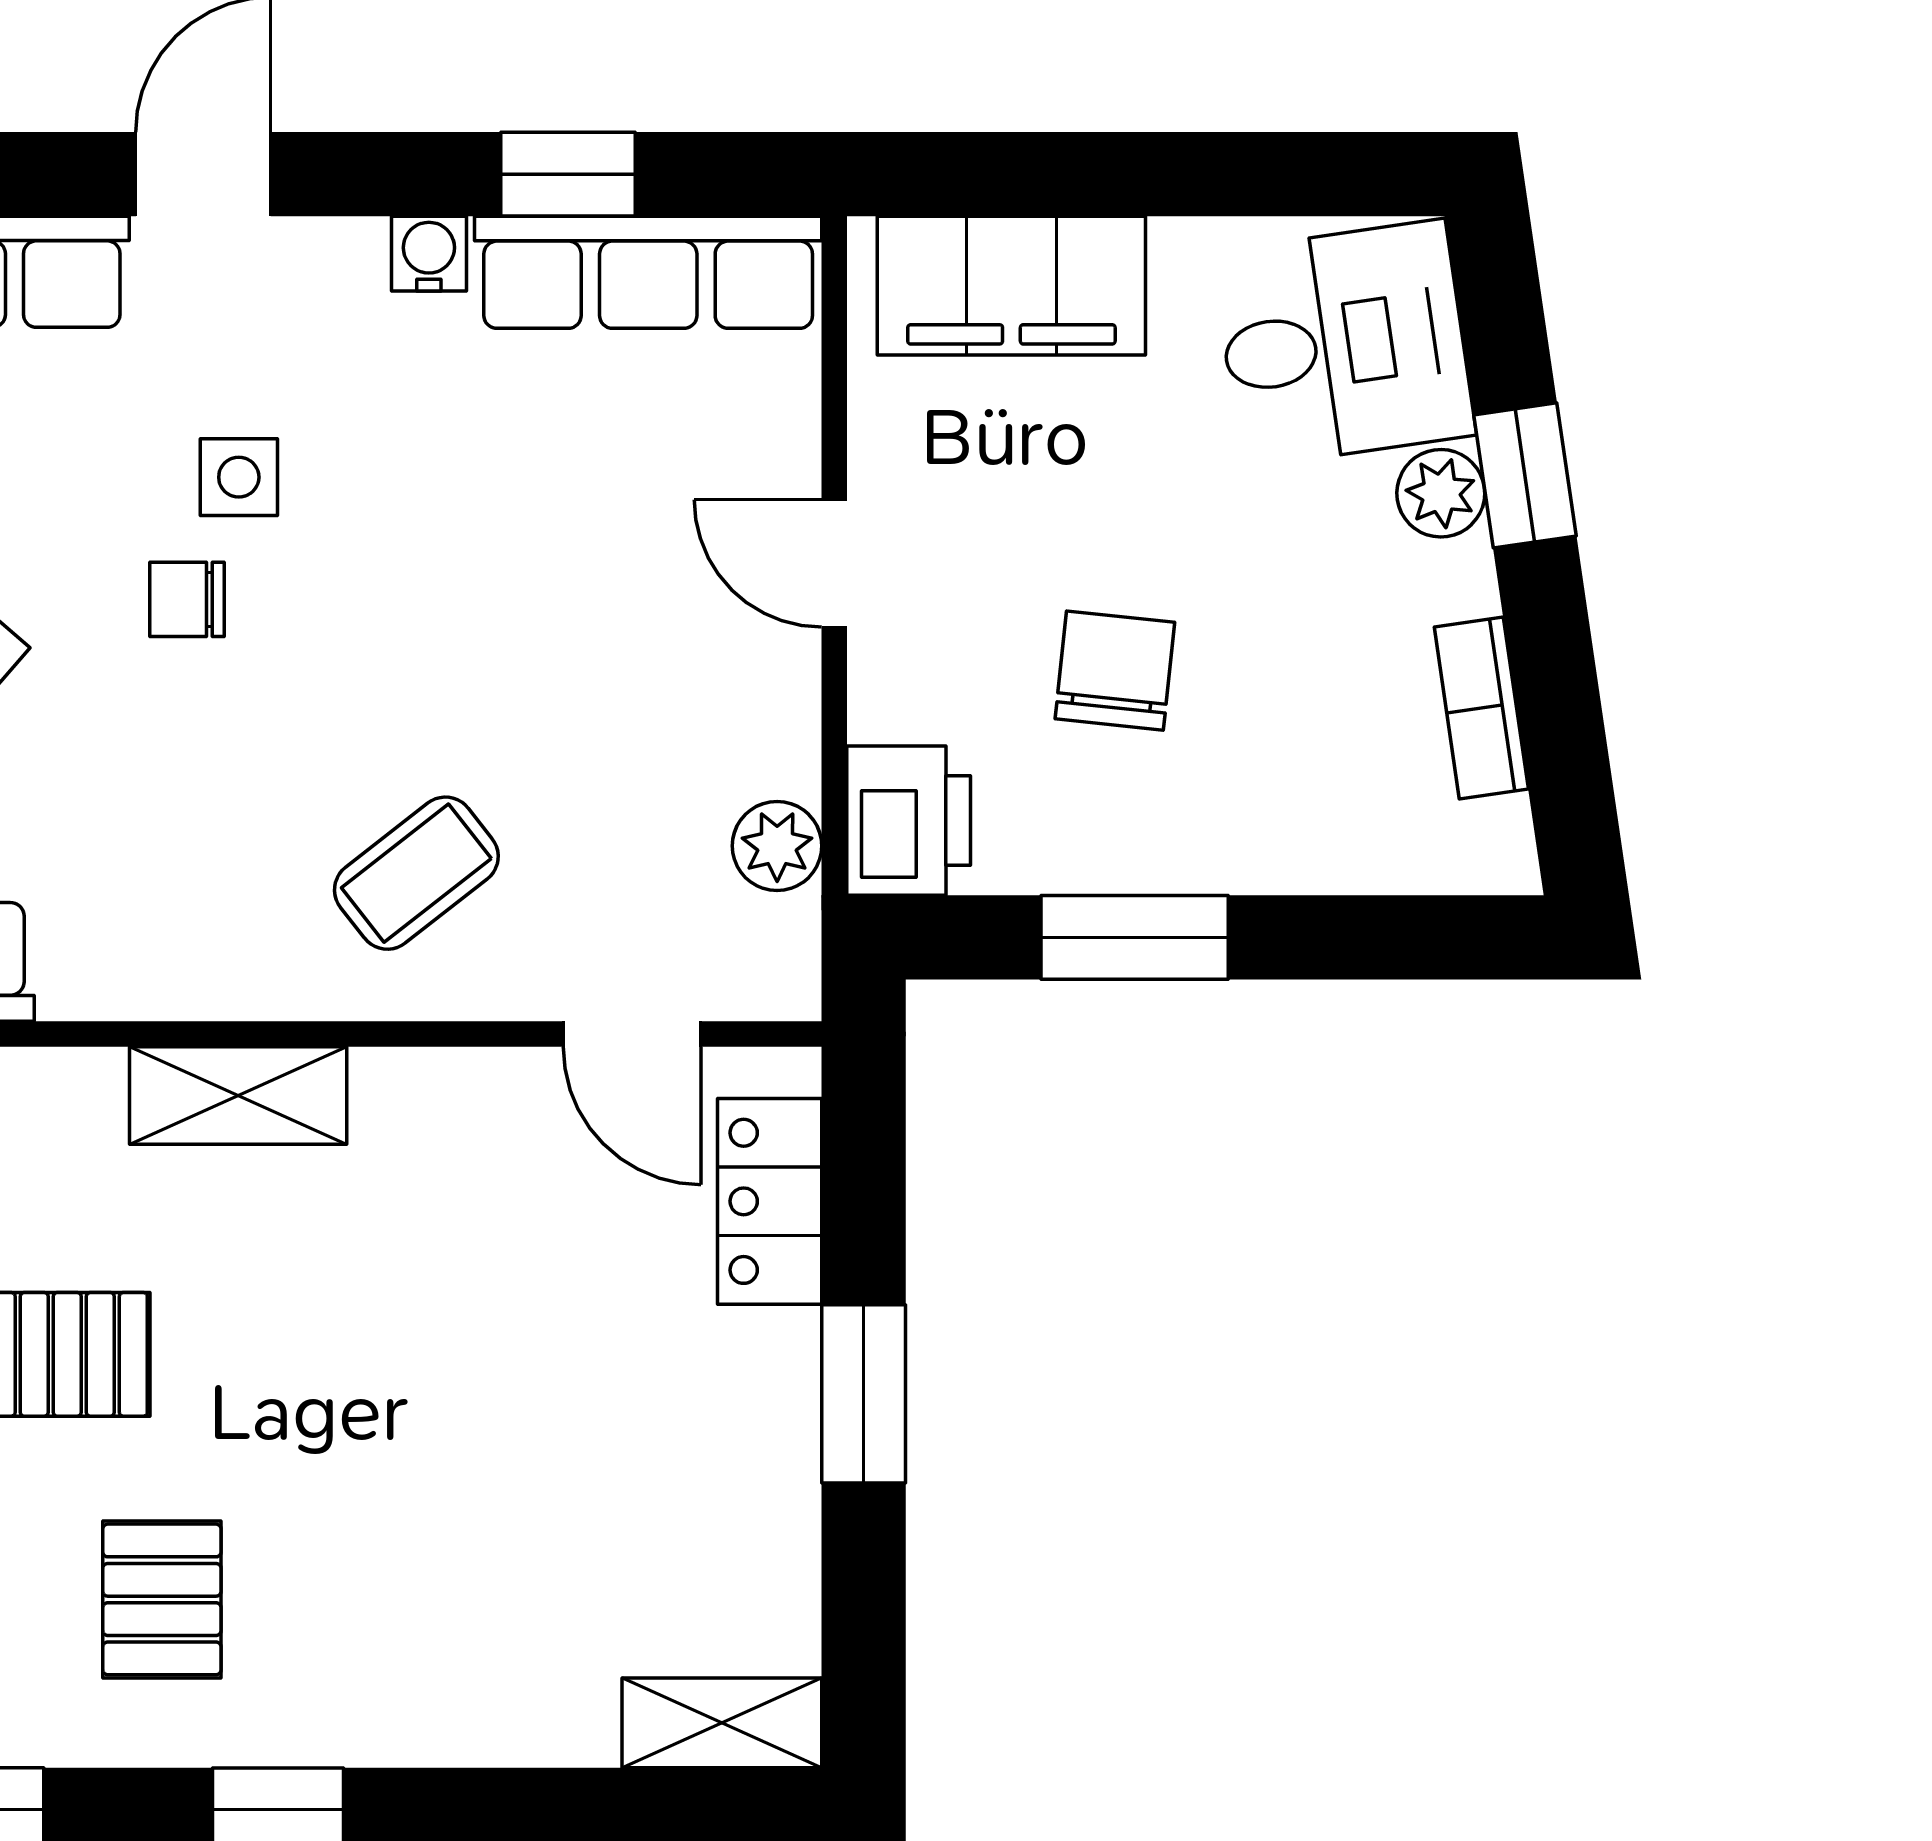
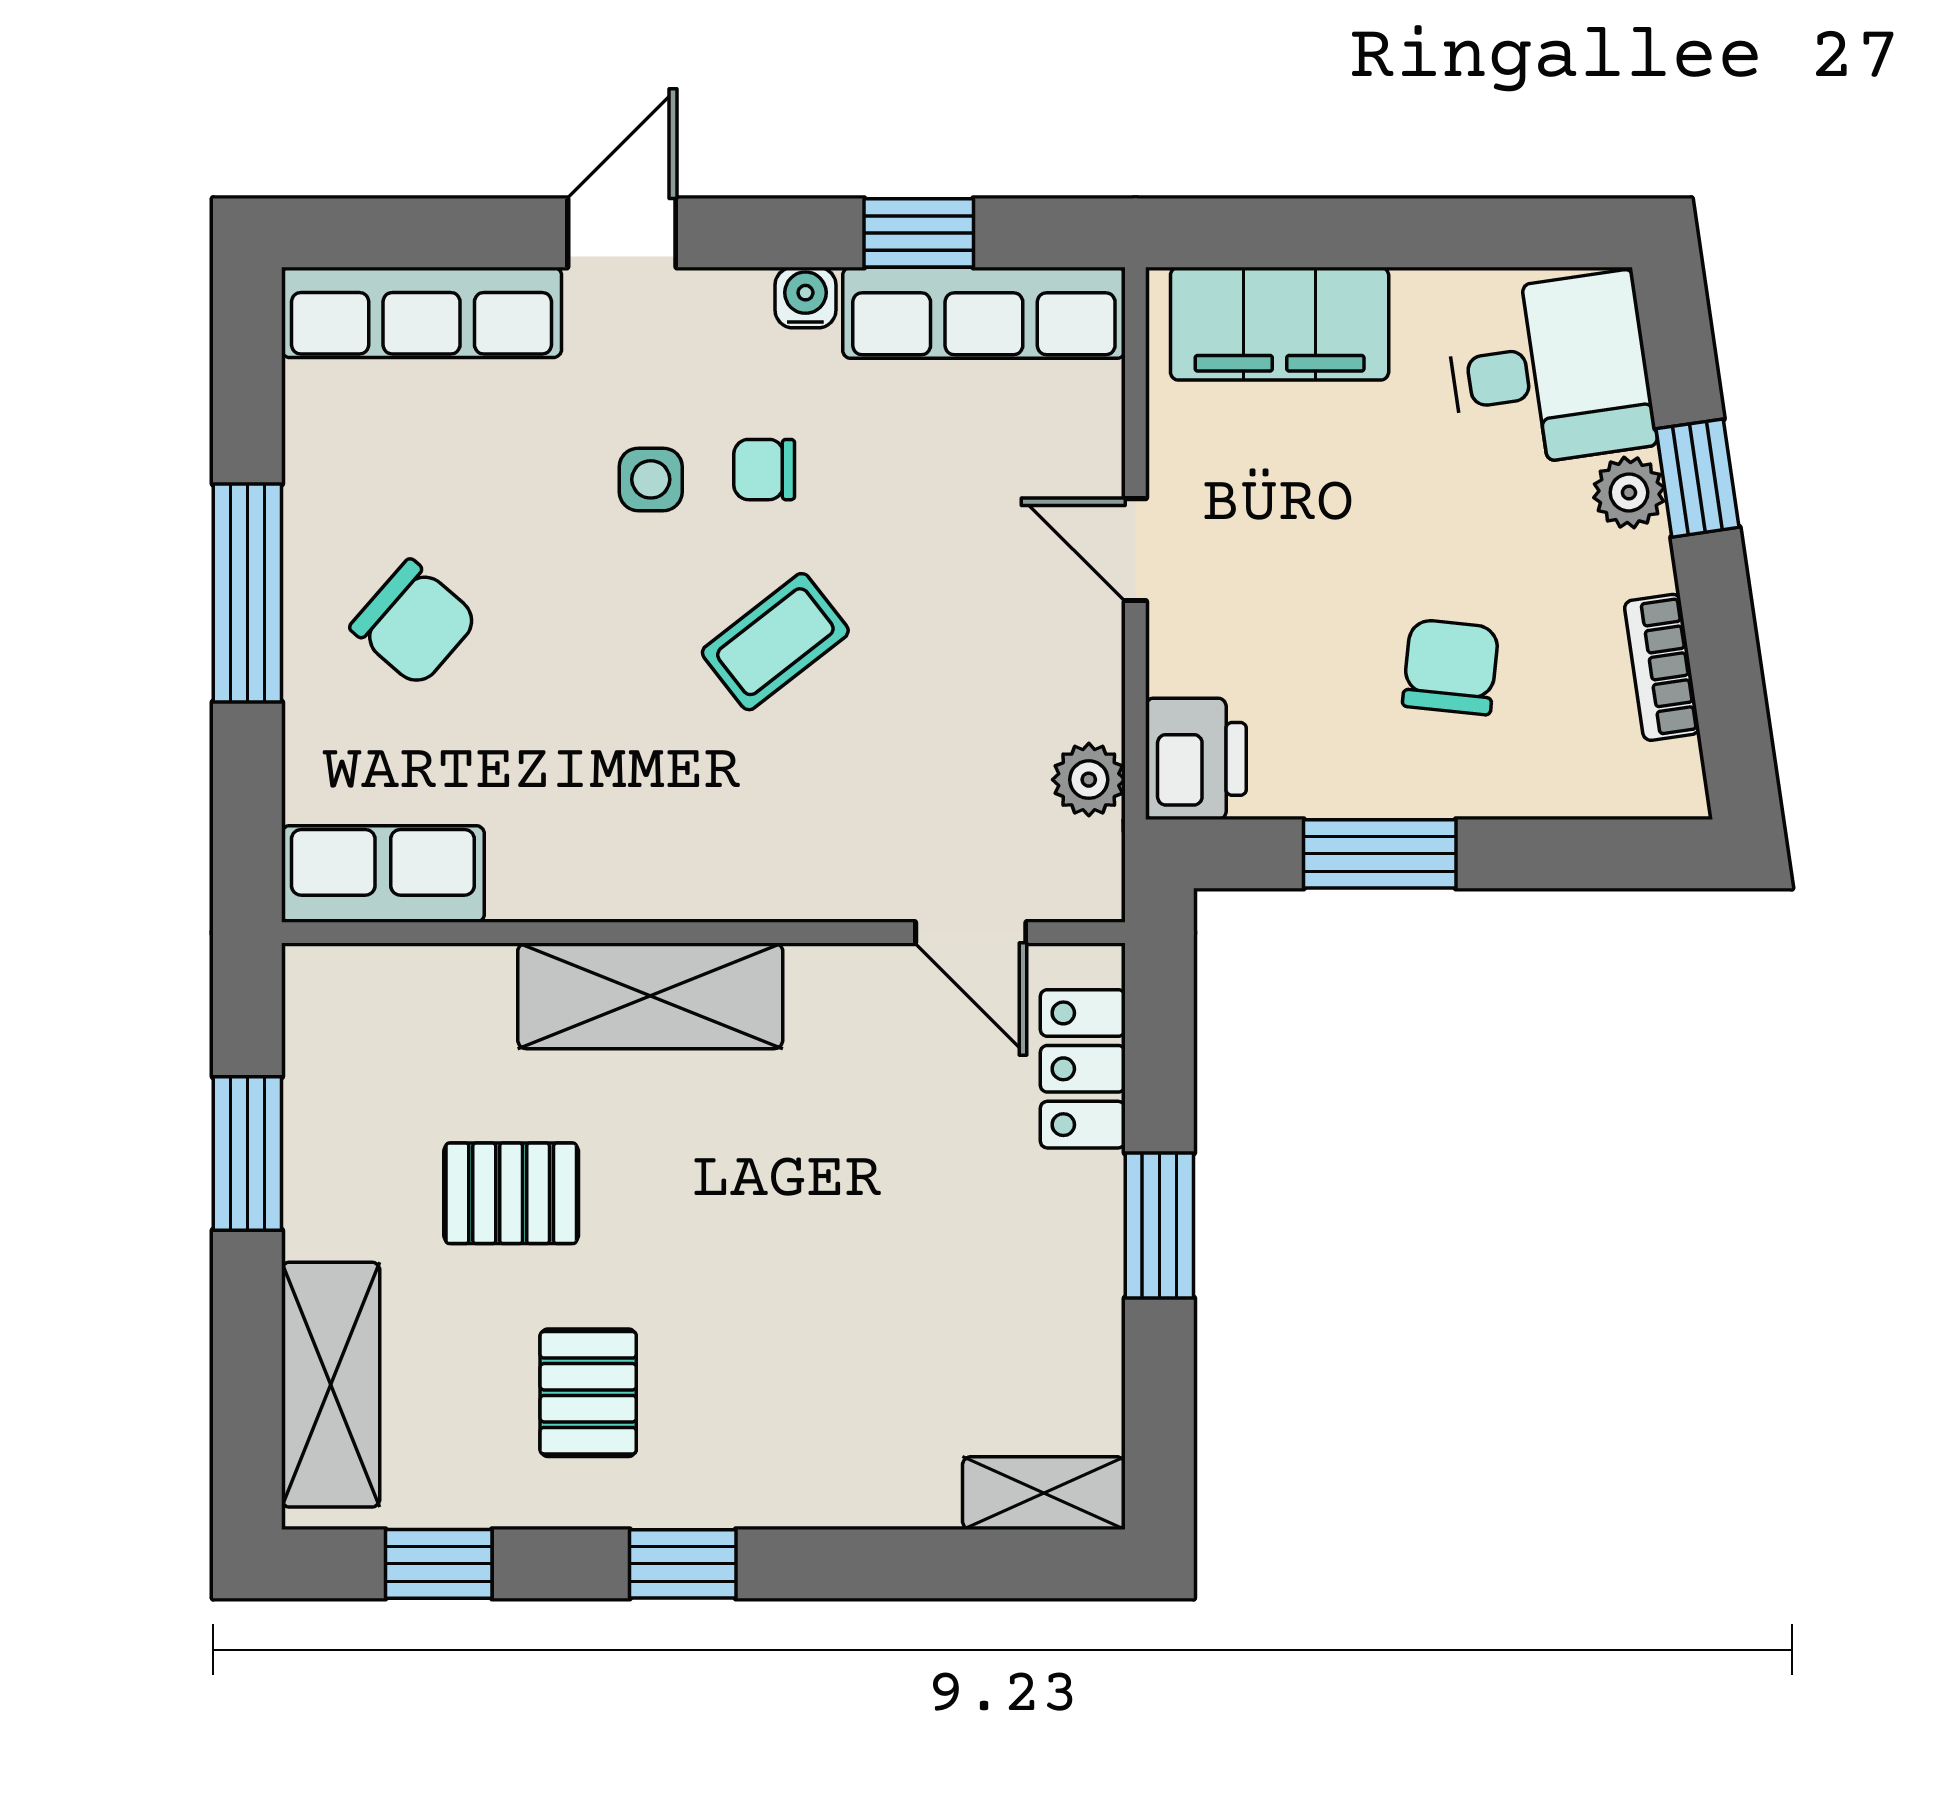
chair: (187, 599) -> (764, 470), moved
chair: (1115, 671) -> (1451, 667), moved
coffee table: (416, 873) -> (775, 642), moved
shelving: (238, 1095) -> (650, 996), width x1.50, depth x1.33

